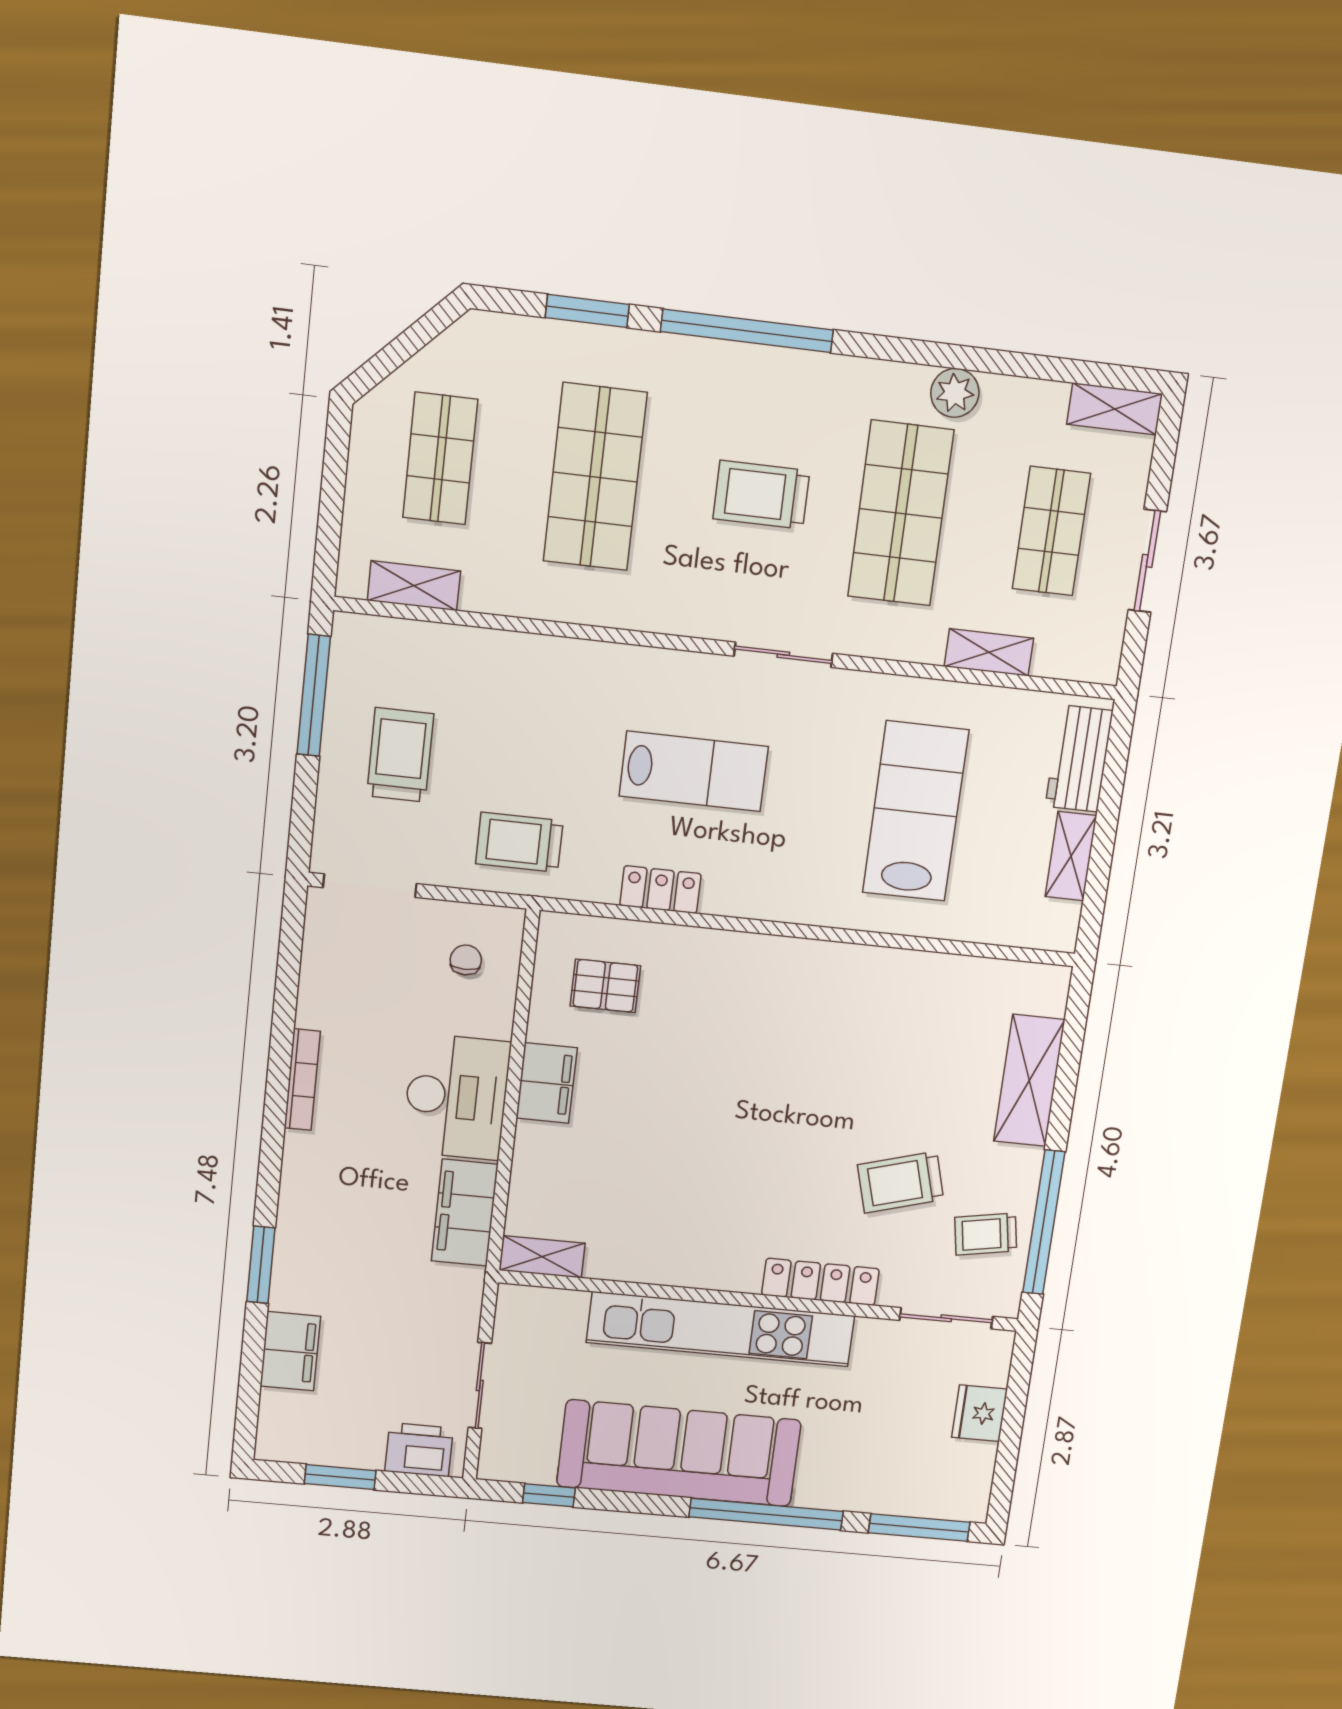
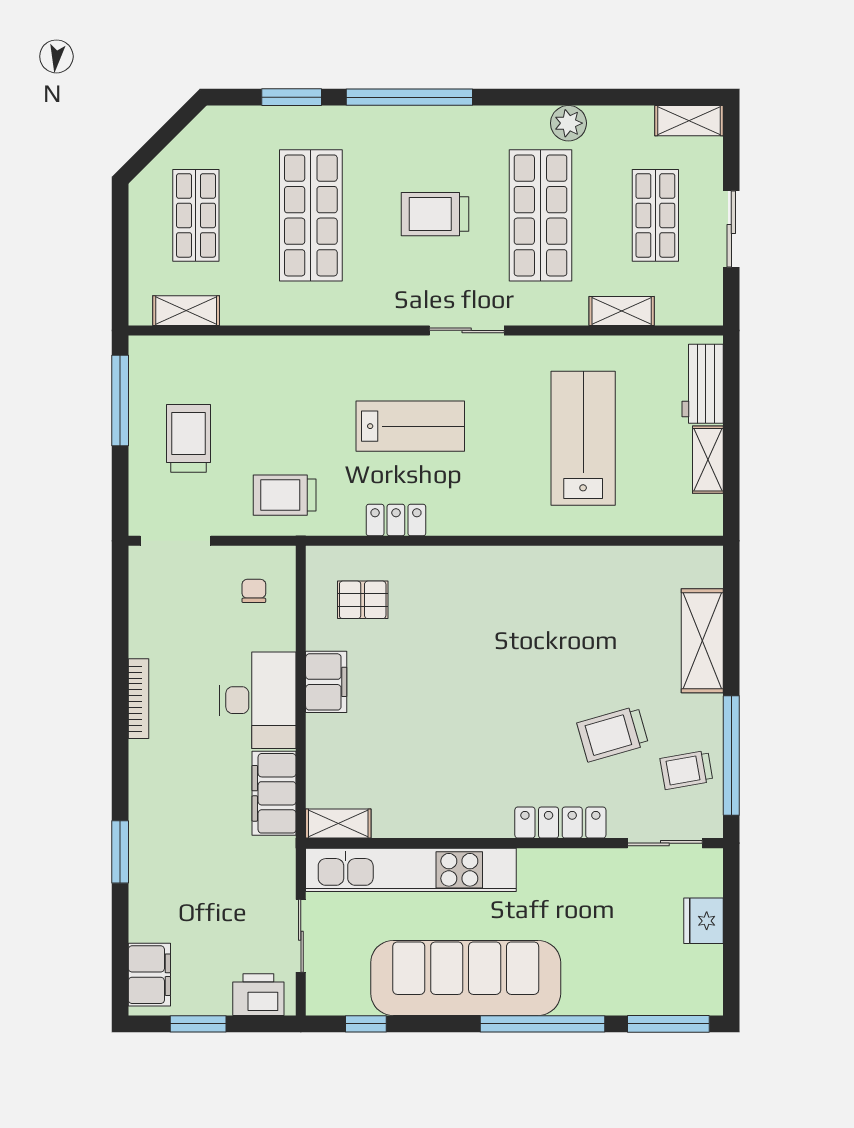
kitchen unit: (721, 1329) -> (411, 870), moved
filing cabinet: (290, 1351) -> (149, 975), moved

